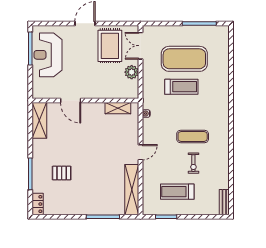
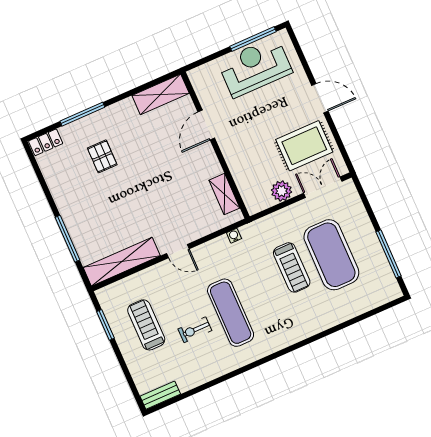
exercise mat: (193, 137) -> (231, 313), width x1.36, depth x1.45

